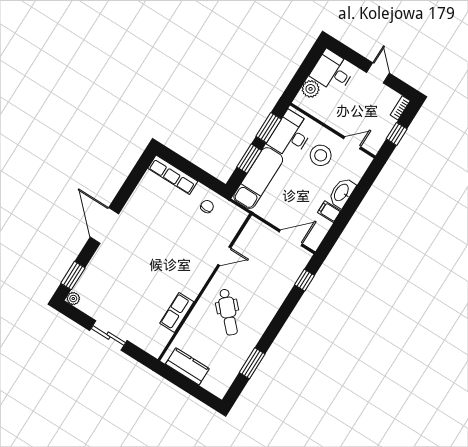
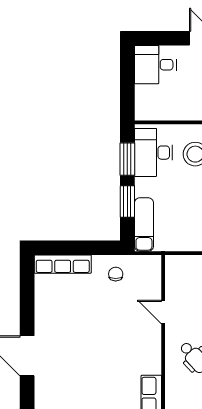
plant: (311, 89) -> (145, 95), removed
exam couch: (258, 178) -> (144, 224), width x0.73, depth x0.69
door: (224, 256) -> (163, 312), swing flipped

